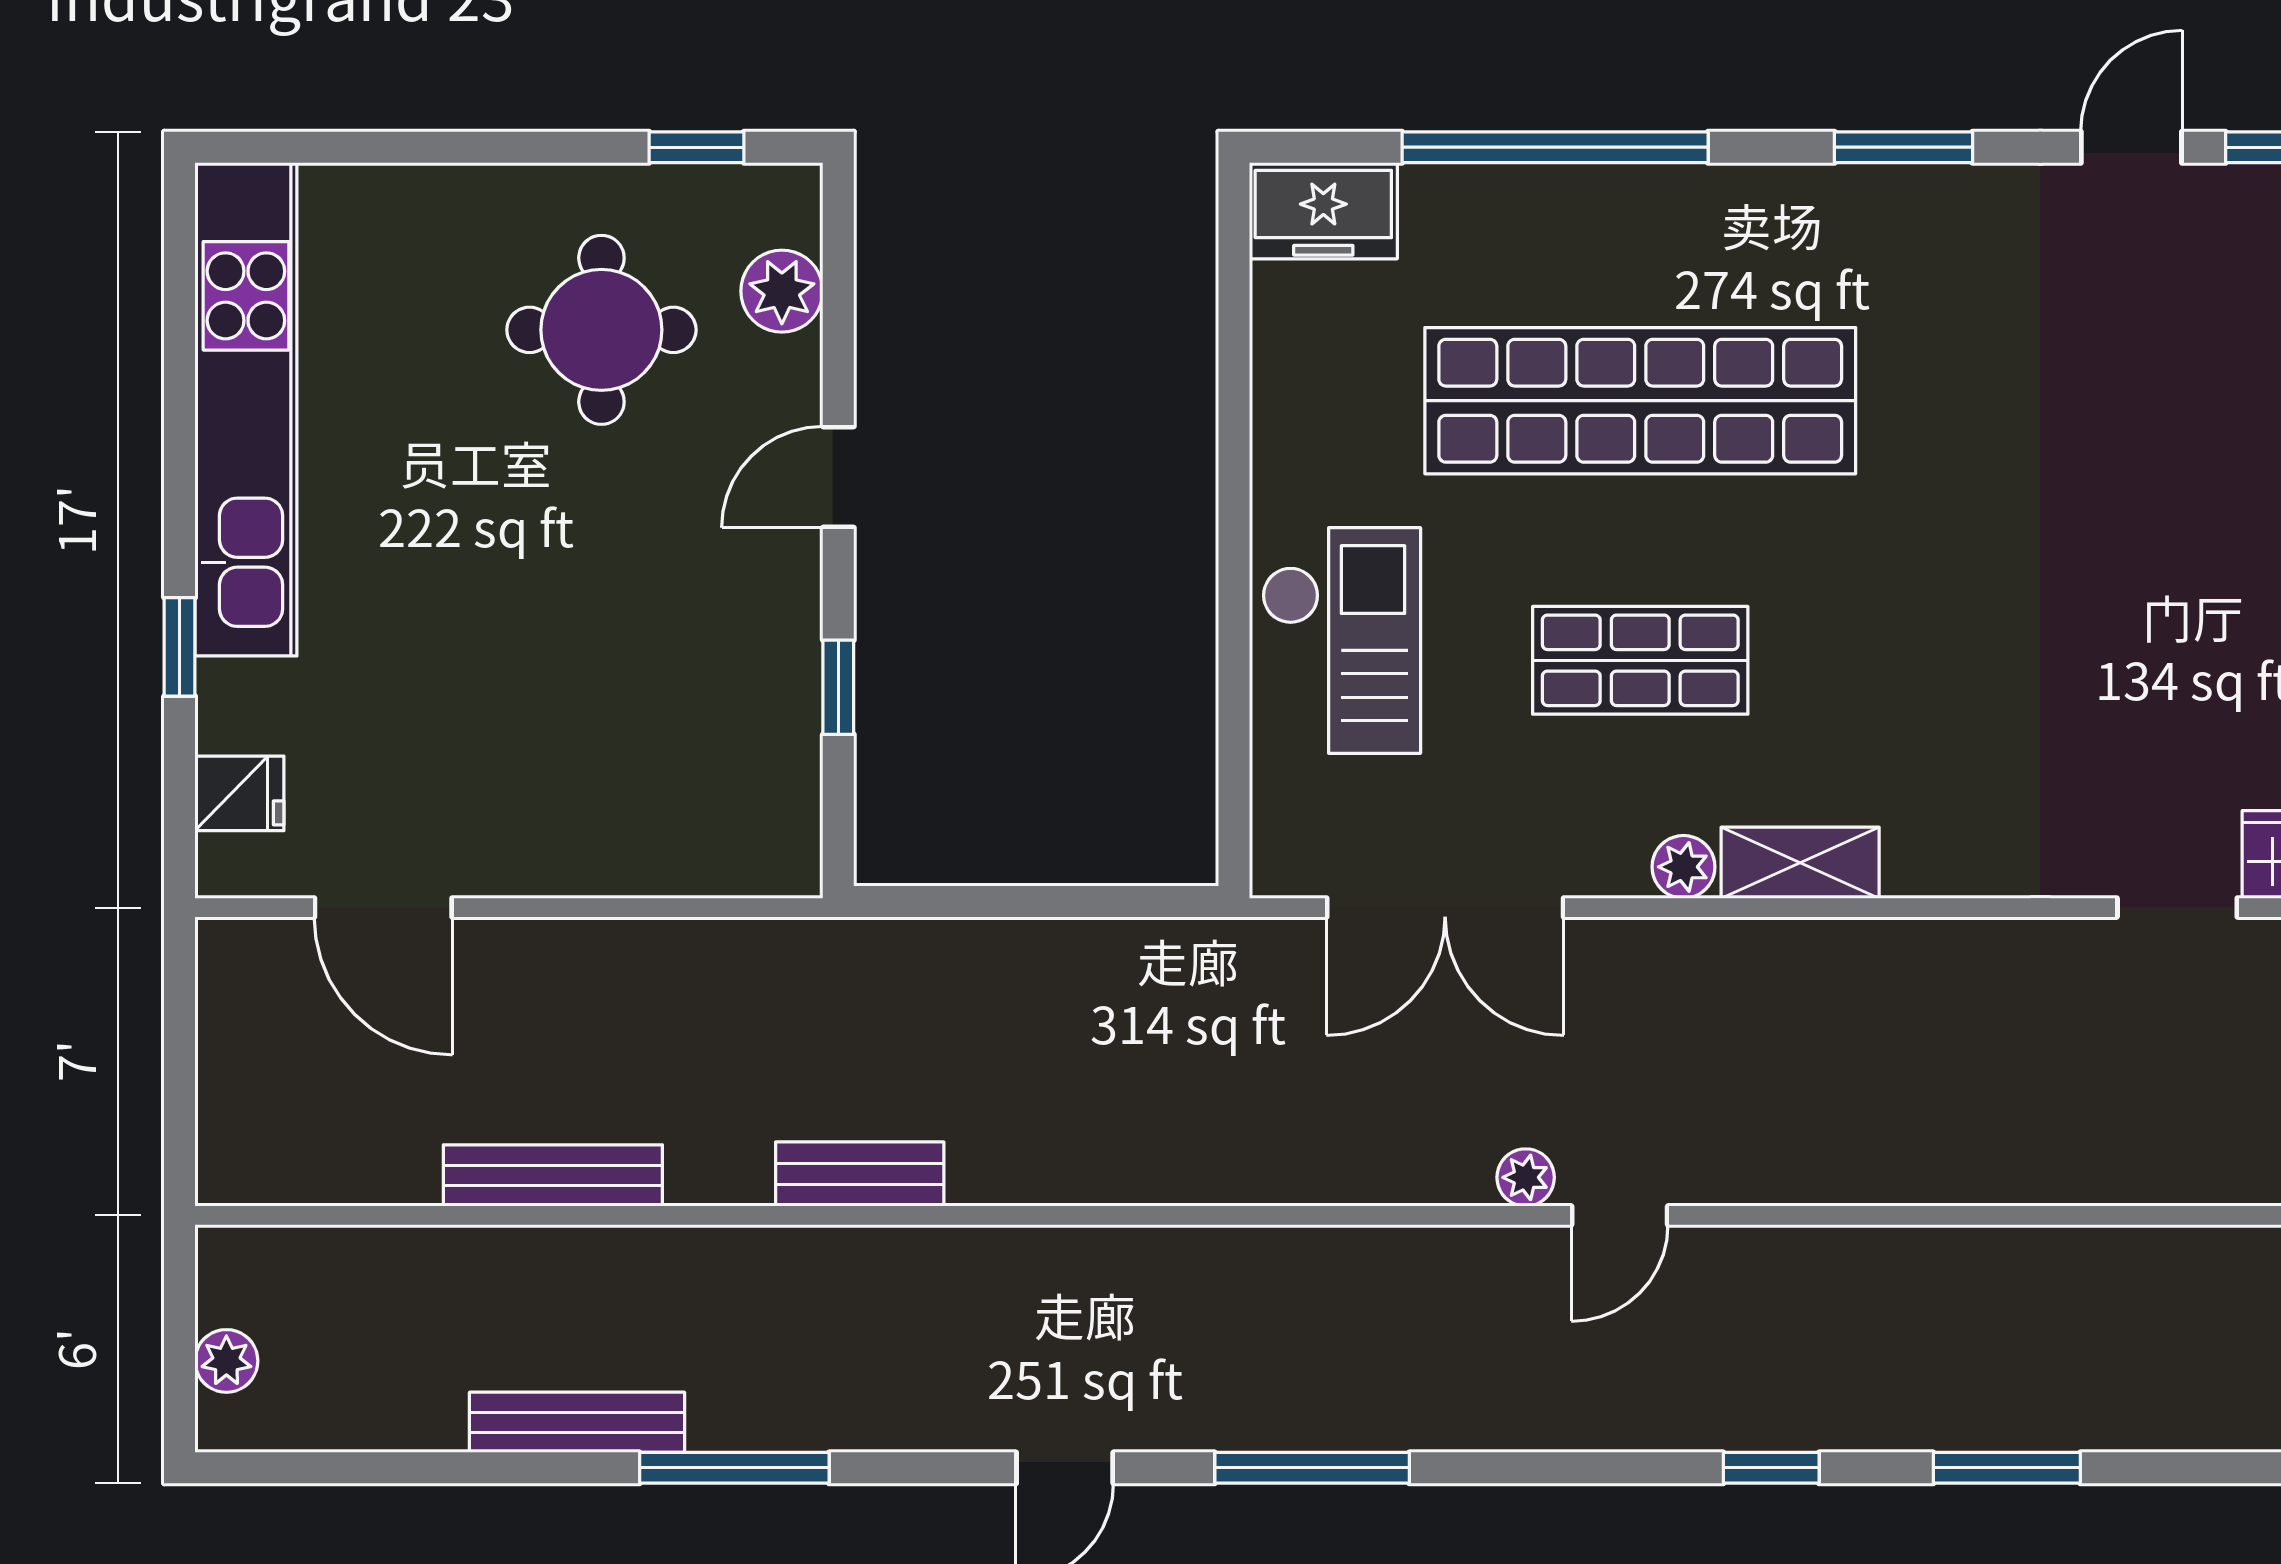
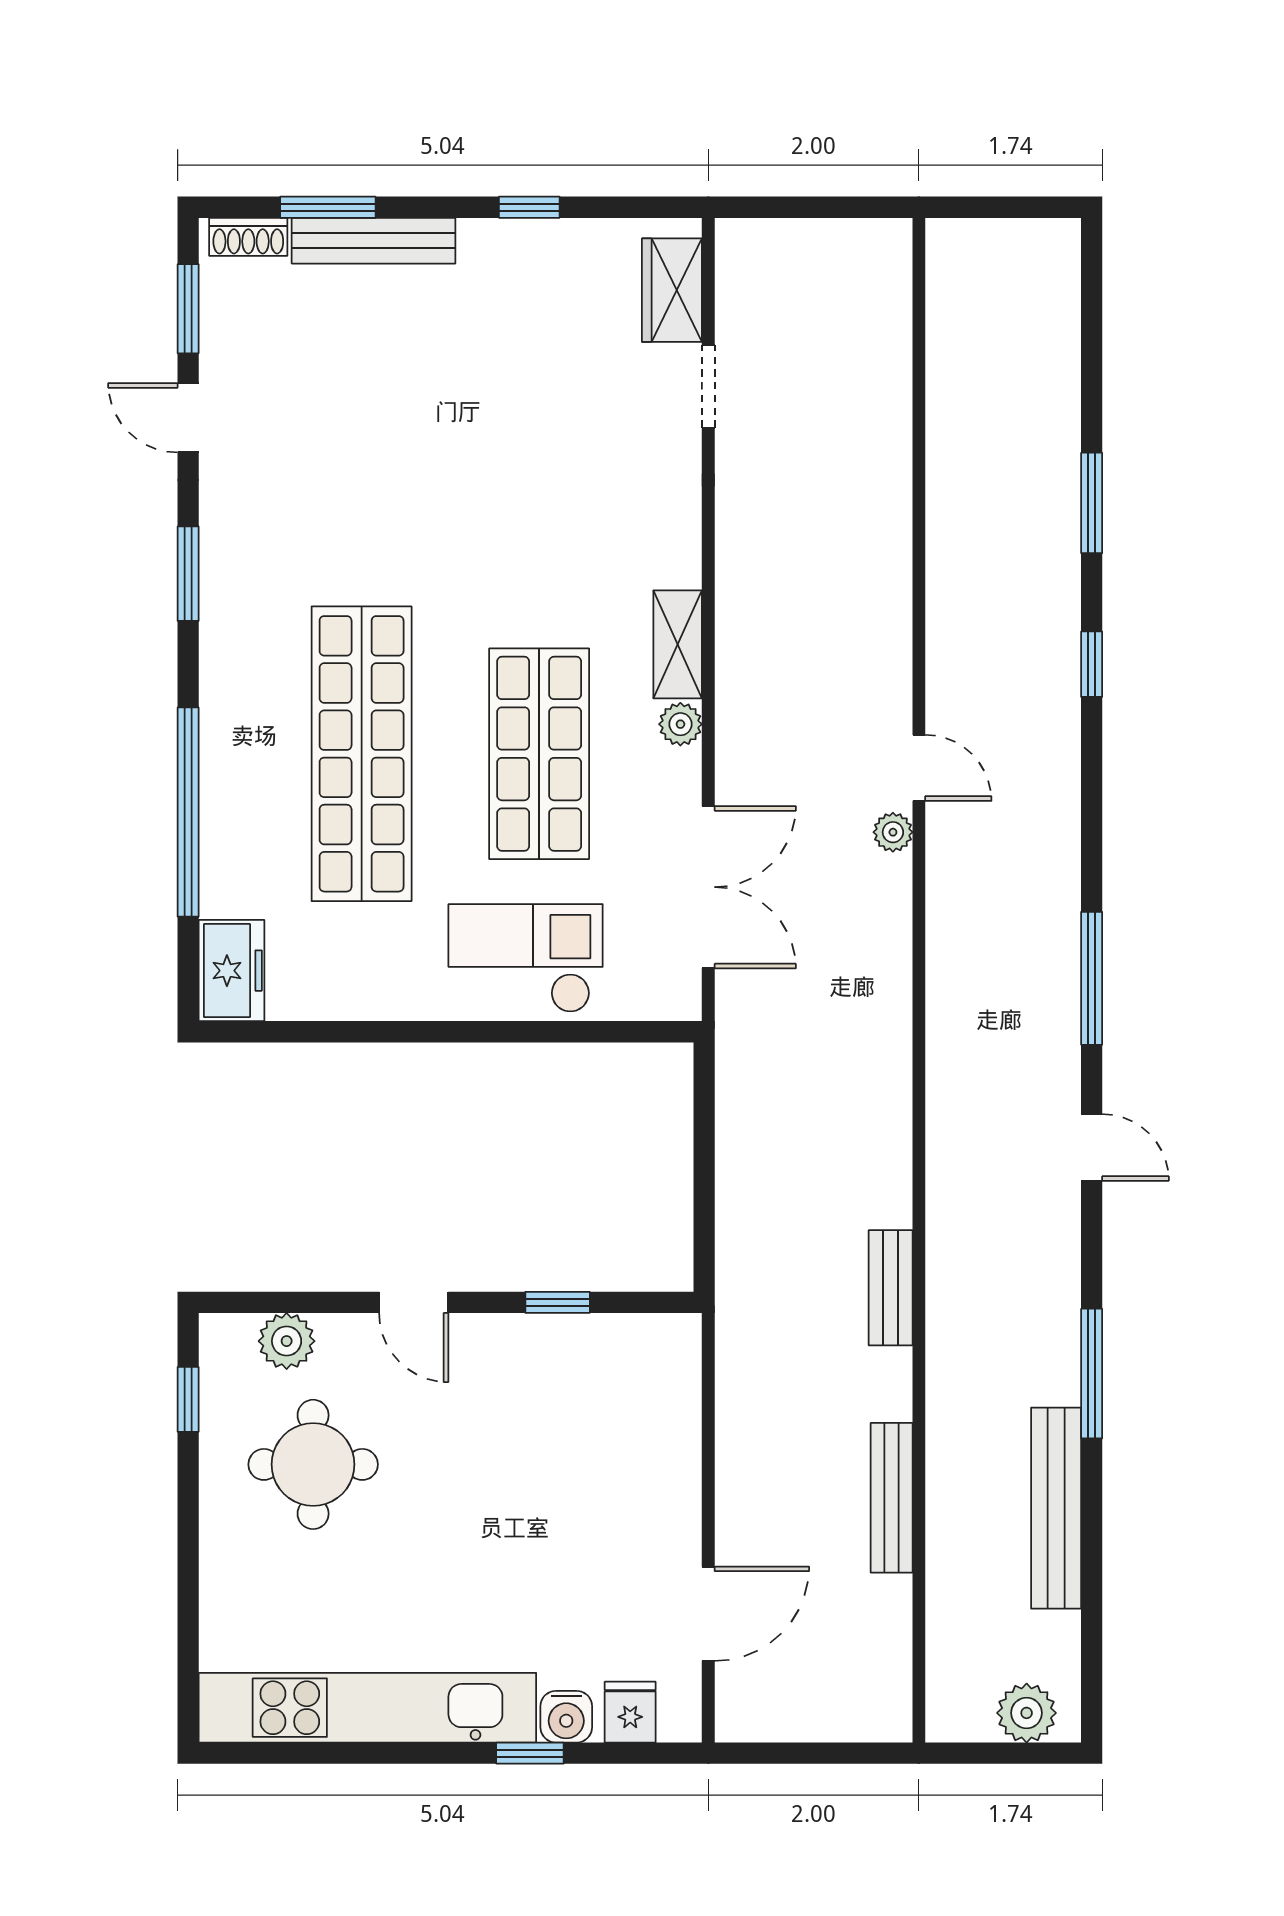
shop shelf: (1640, 660) -> (539, 754), width x1.43, depth x1.36
water cooler: (233, 700) -> (566, 1717), added
plant: (226, 1361) -> (1027, 1713), width x1.38, depth x1.38
bench: (577, 1422) -> (1056, 1508), width x1.37, depth x1.21

